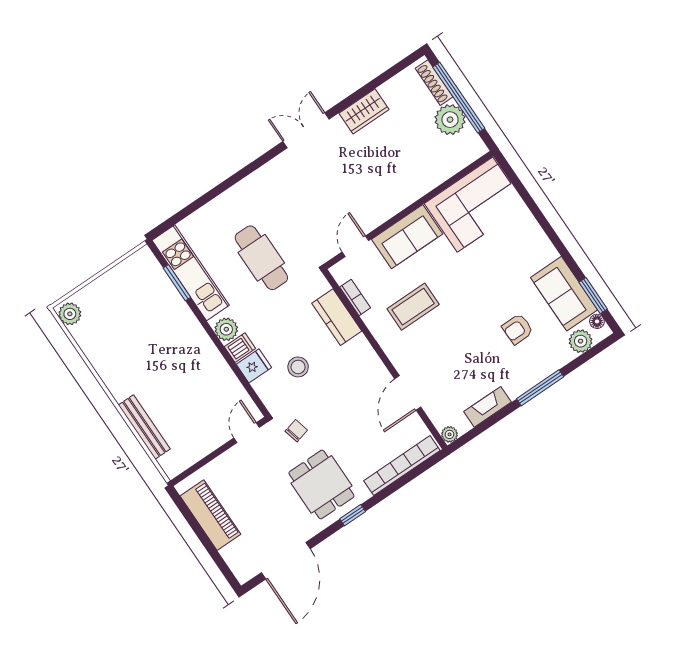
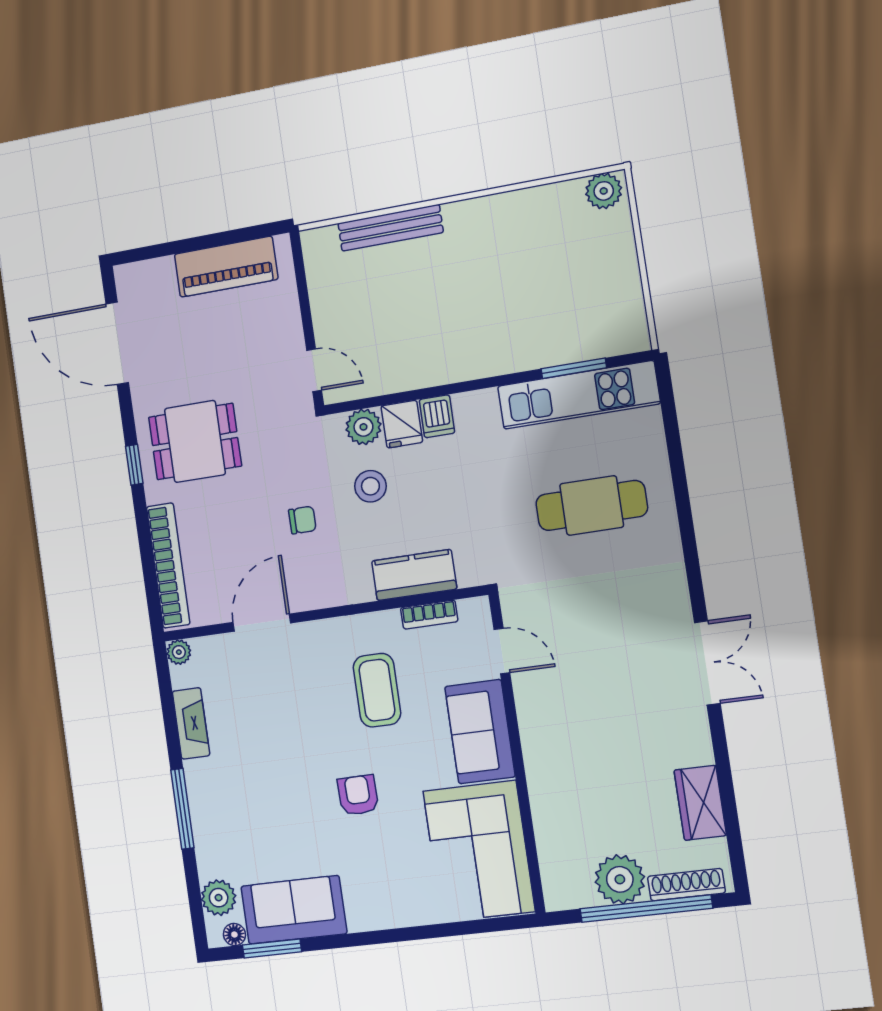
wardrobe: (364, 111) -> (700, 803), moved
cafe table: (261, 258) -> (592, 505), moved
plant: (226, 329) -> (363, 427), moved
armchair: (518, 329) -> (358, 795), moved
door: (408, 393) -> (262, 623), hinge flipped
chair: (296, 431) -> (302, 520), moved, turned -76

